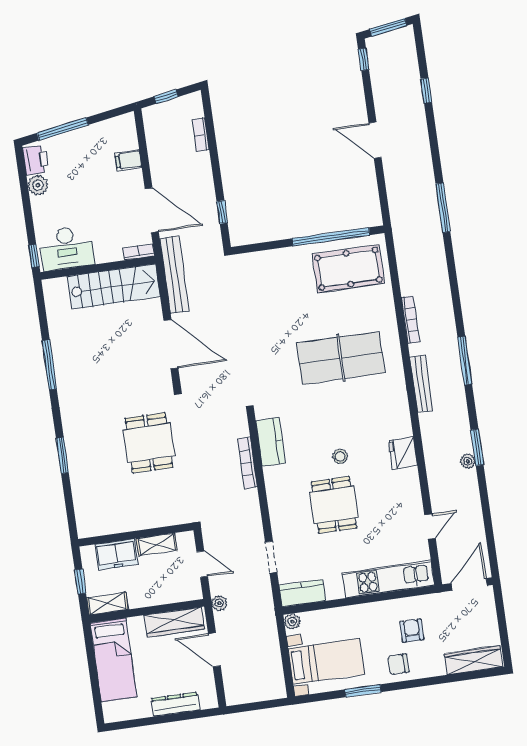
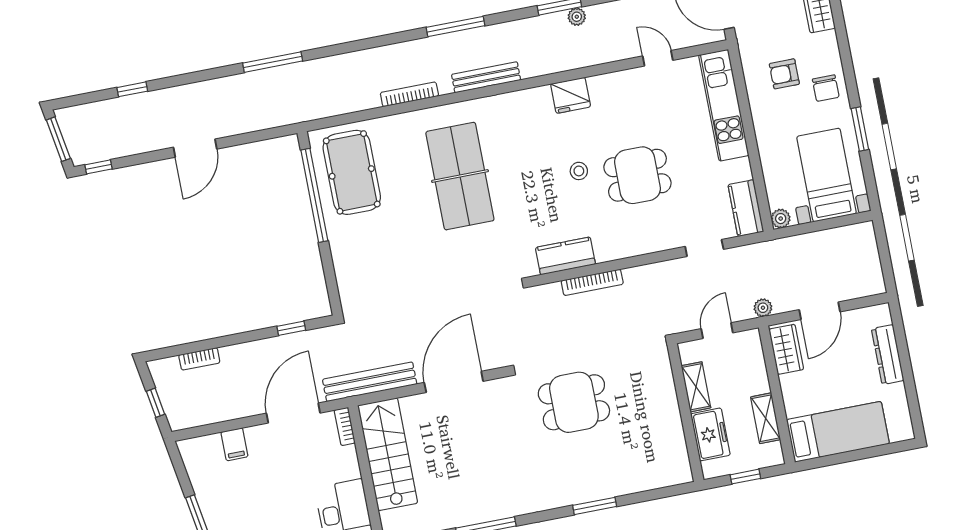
shelving: (107, 604) -> (766, 418), moved
wardrobe: (174, 622) -> (786, 349), width x0.67

